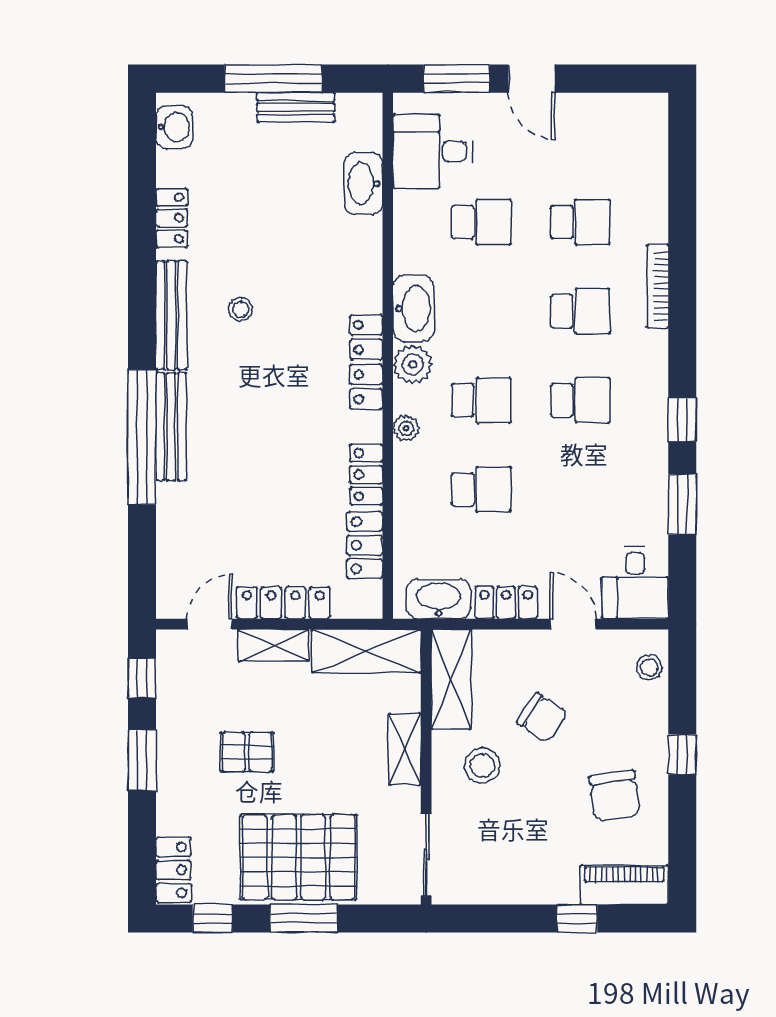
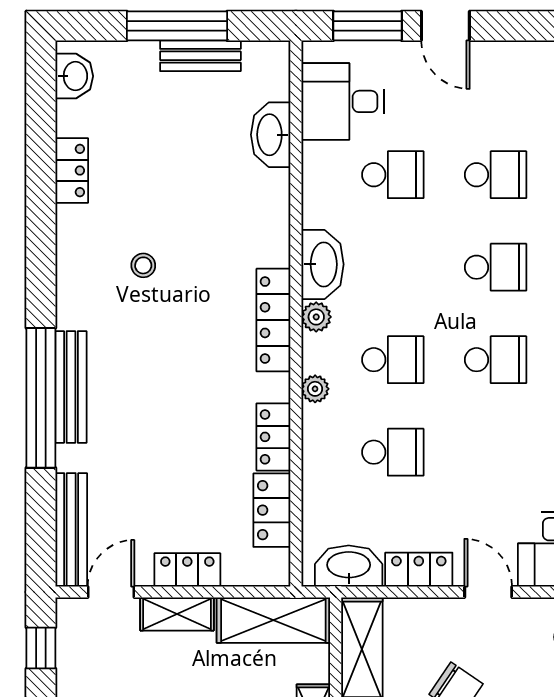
bench: (171, 315) -> (71, 530), moved
plant: (413, 364) -> (316, 317), width x0.73, depth x0.73
locker: (283, 603) -> (187, 570), width x0.66

